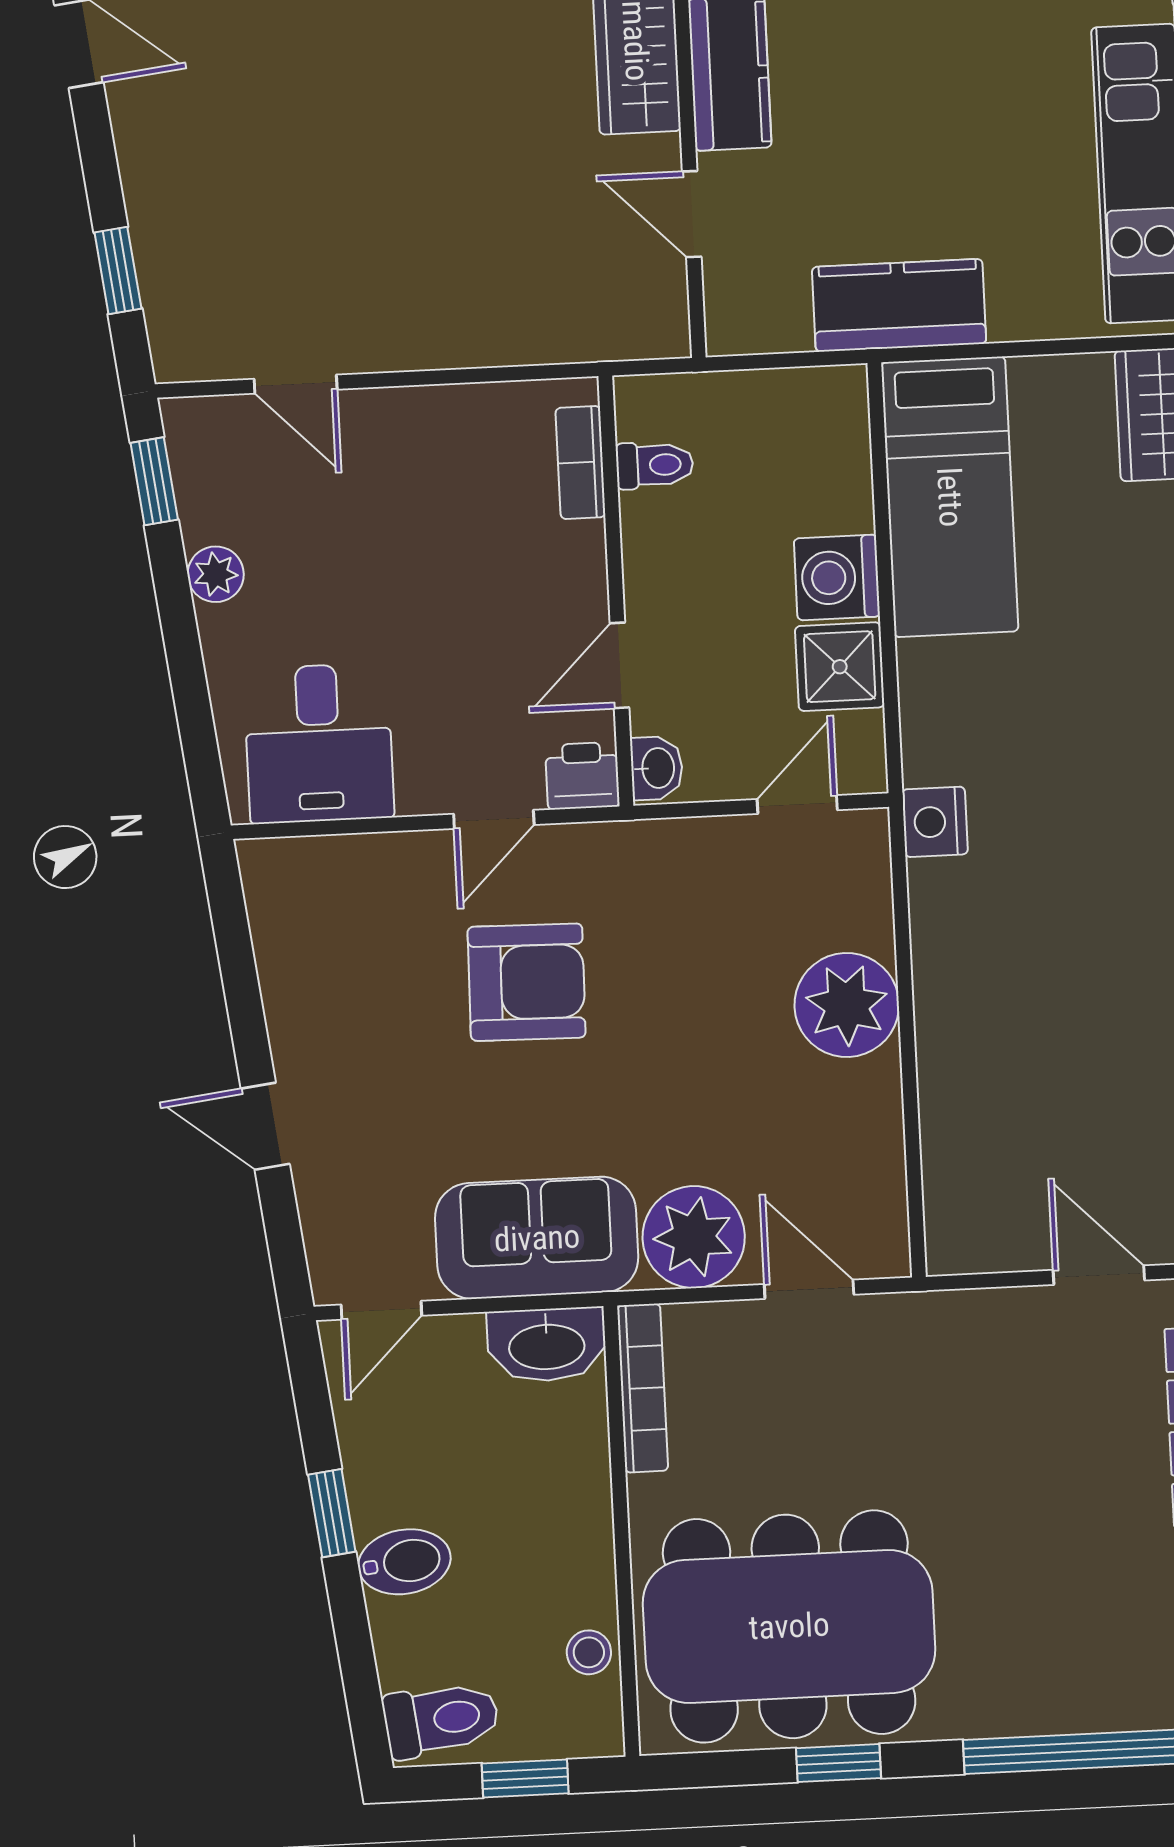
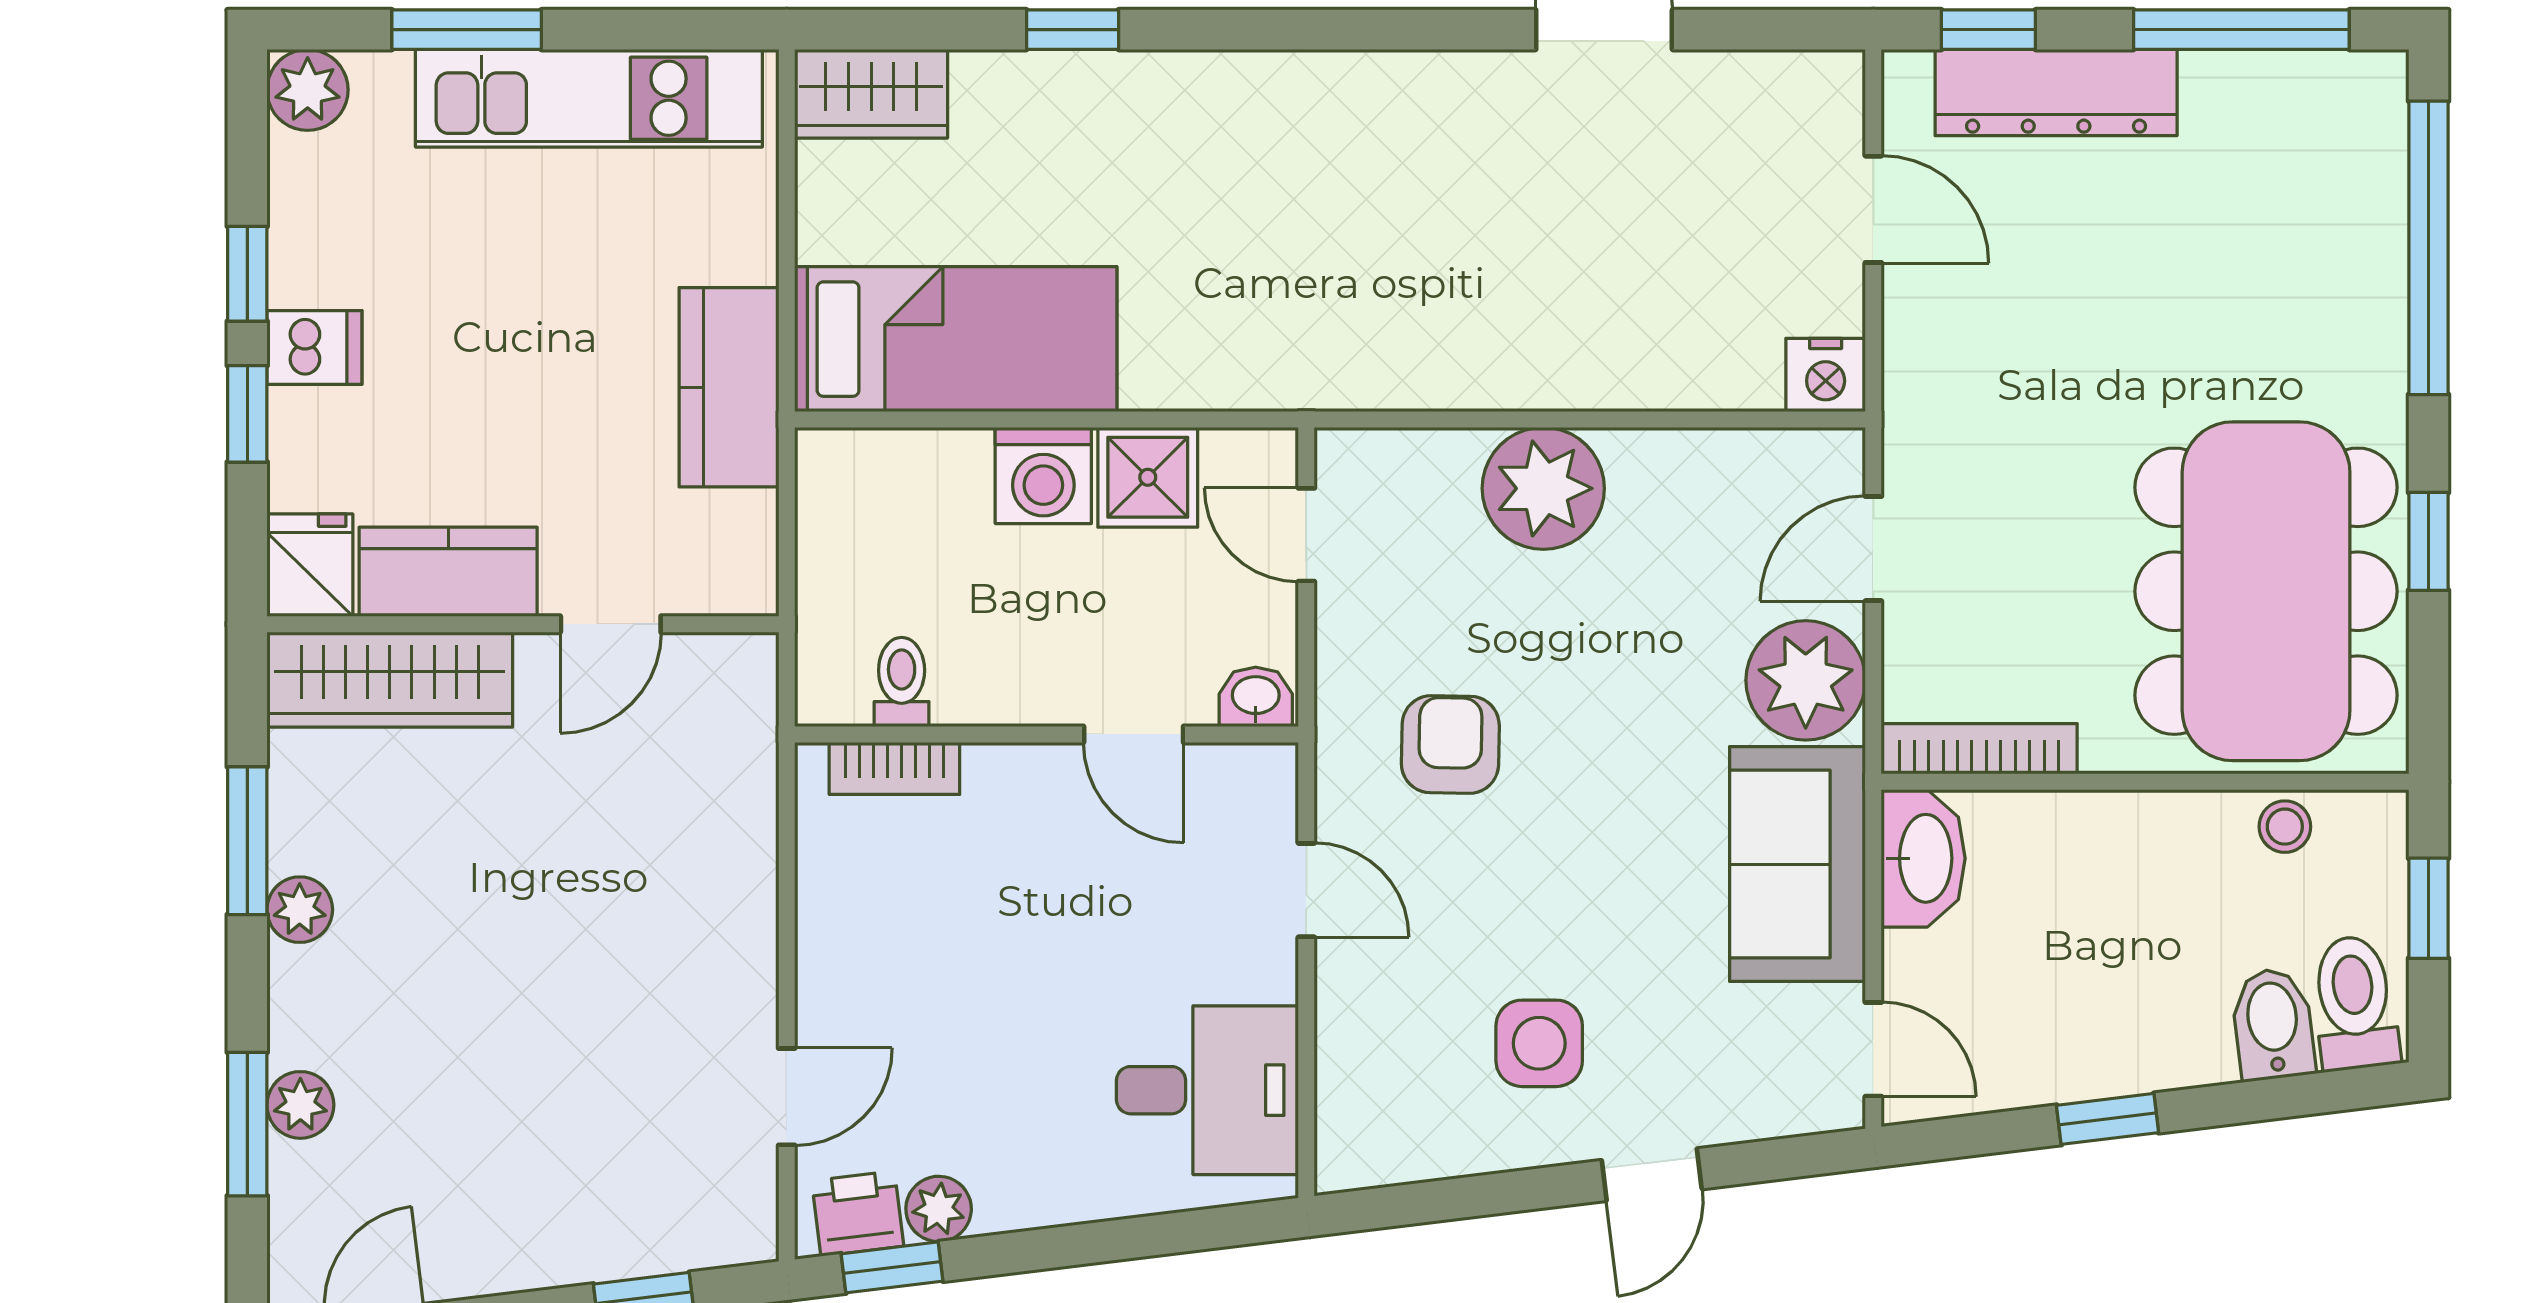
plant: (216, 574) -> (939, 1209), moved
printer: (582, 776) -> (858, 1213), moved, turned 83
nightstand: (935, 822) -> (1826, 375), moved
armchair: (527, 982) -> (1450, 745), moved, width x0.72, depth x0.72
side table: (373, 1025) -> (1539, 1043), added
door: (1099, 1275) -> (1873, 209), swing flipped
bidet: (404, 1562) -> (2273, 1024), moved

